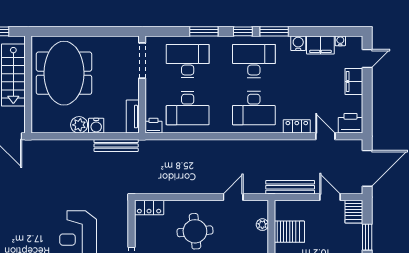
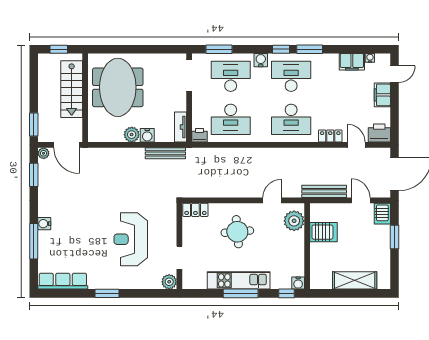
window: (204, 31) -> (219, 49), moved
water cooler: (298, 43) -> (261, 60), moved
plant: (262, 225) -> (294, 221), width x1.88, depth x1.88

